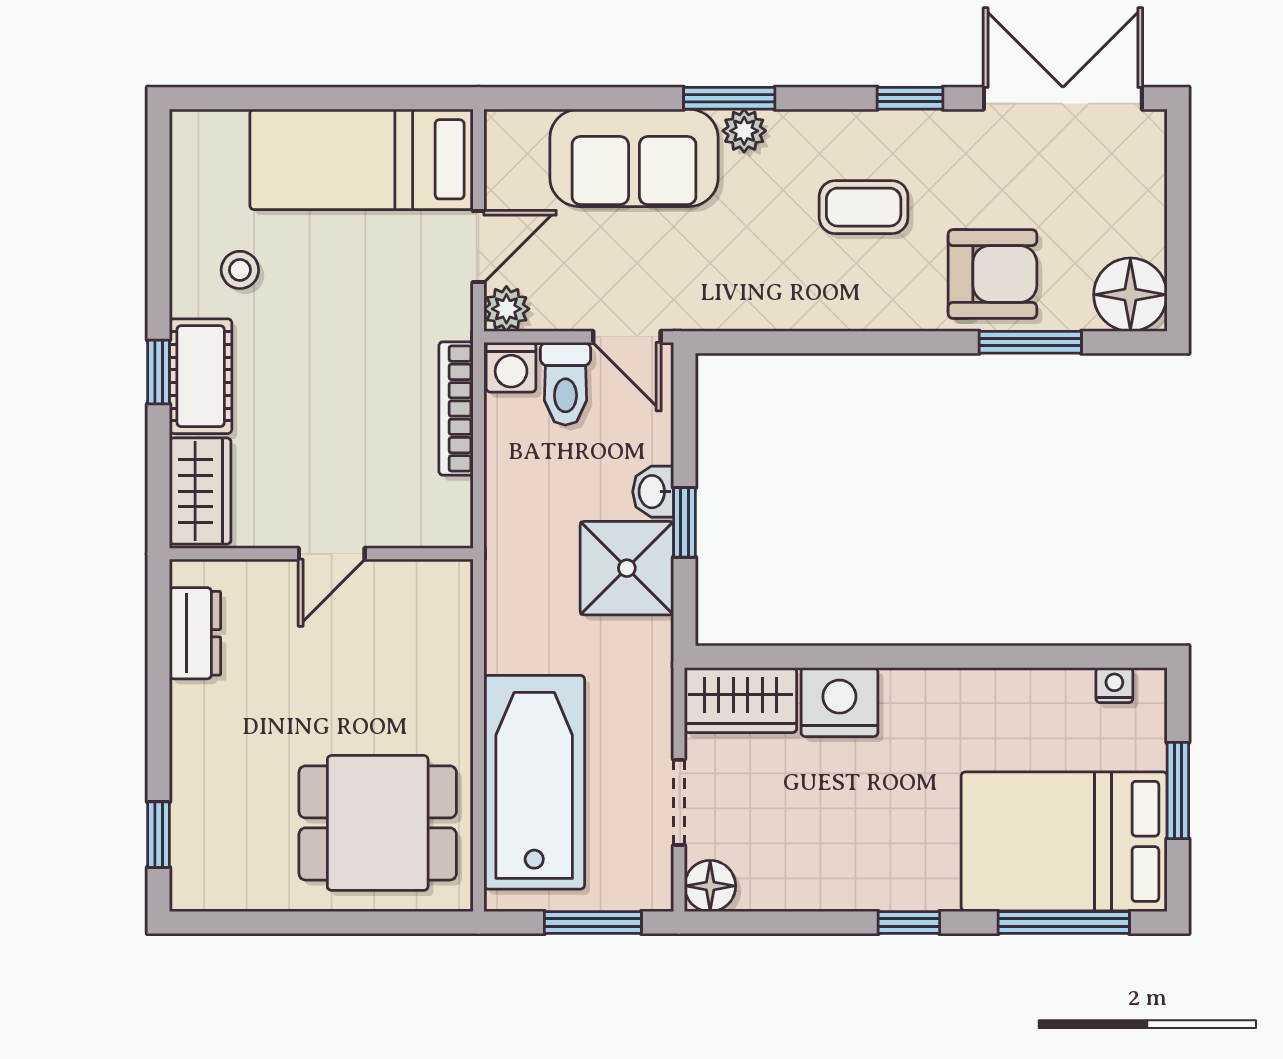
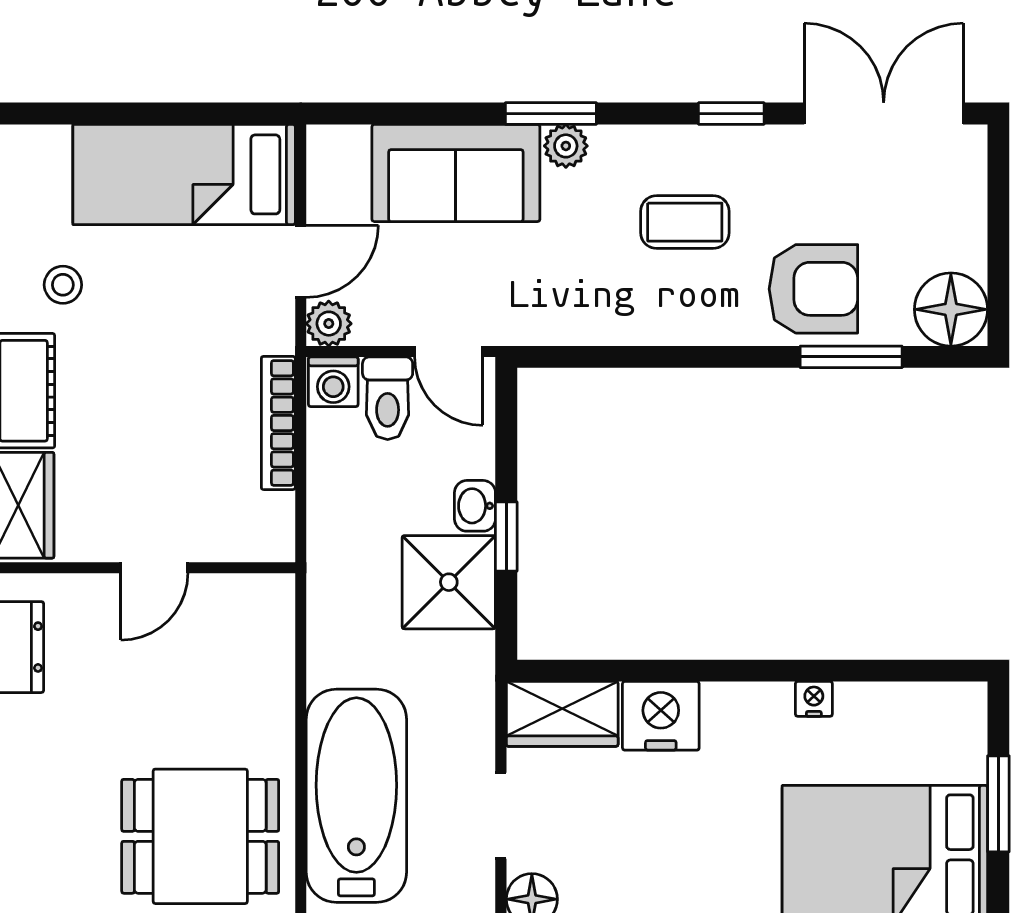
nightstand: (1114, 685) -> (814, 699), moved

